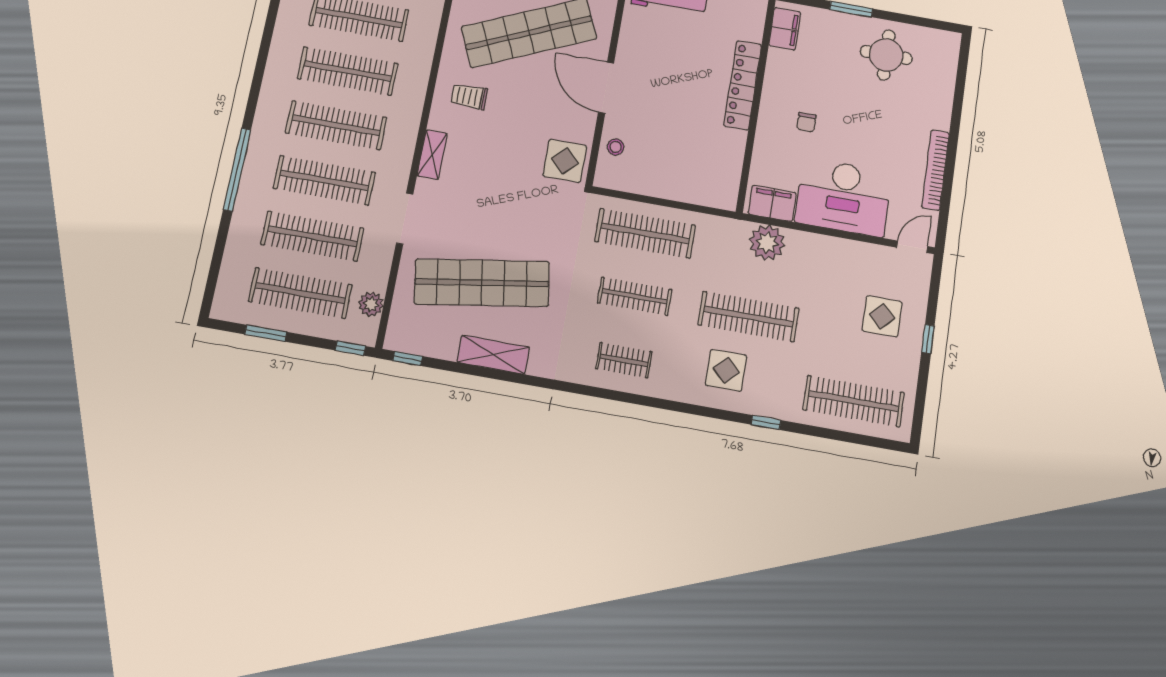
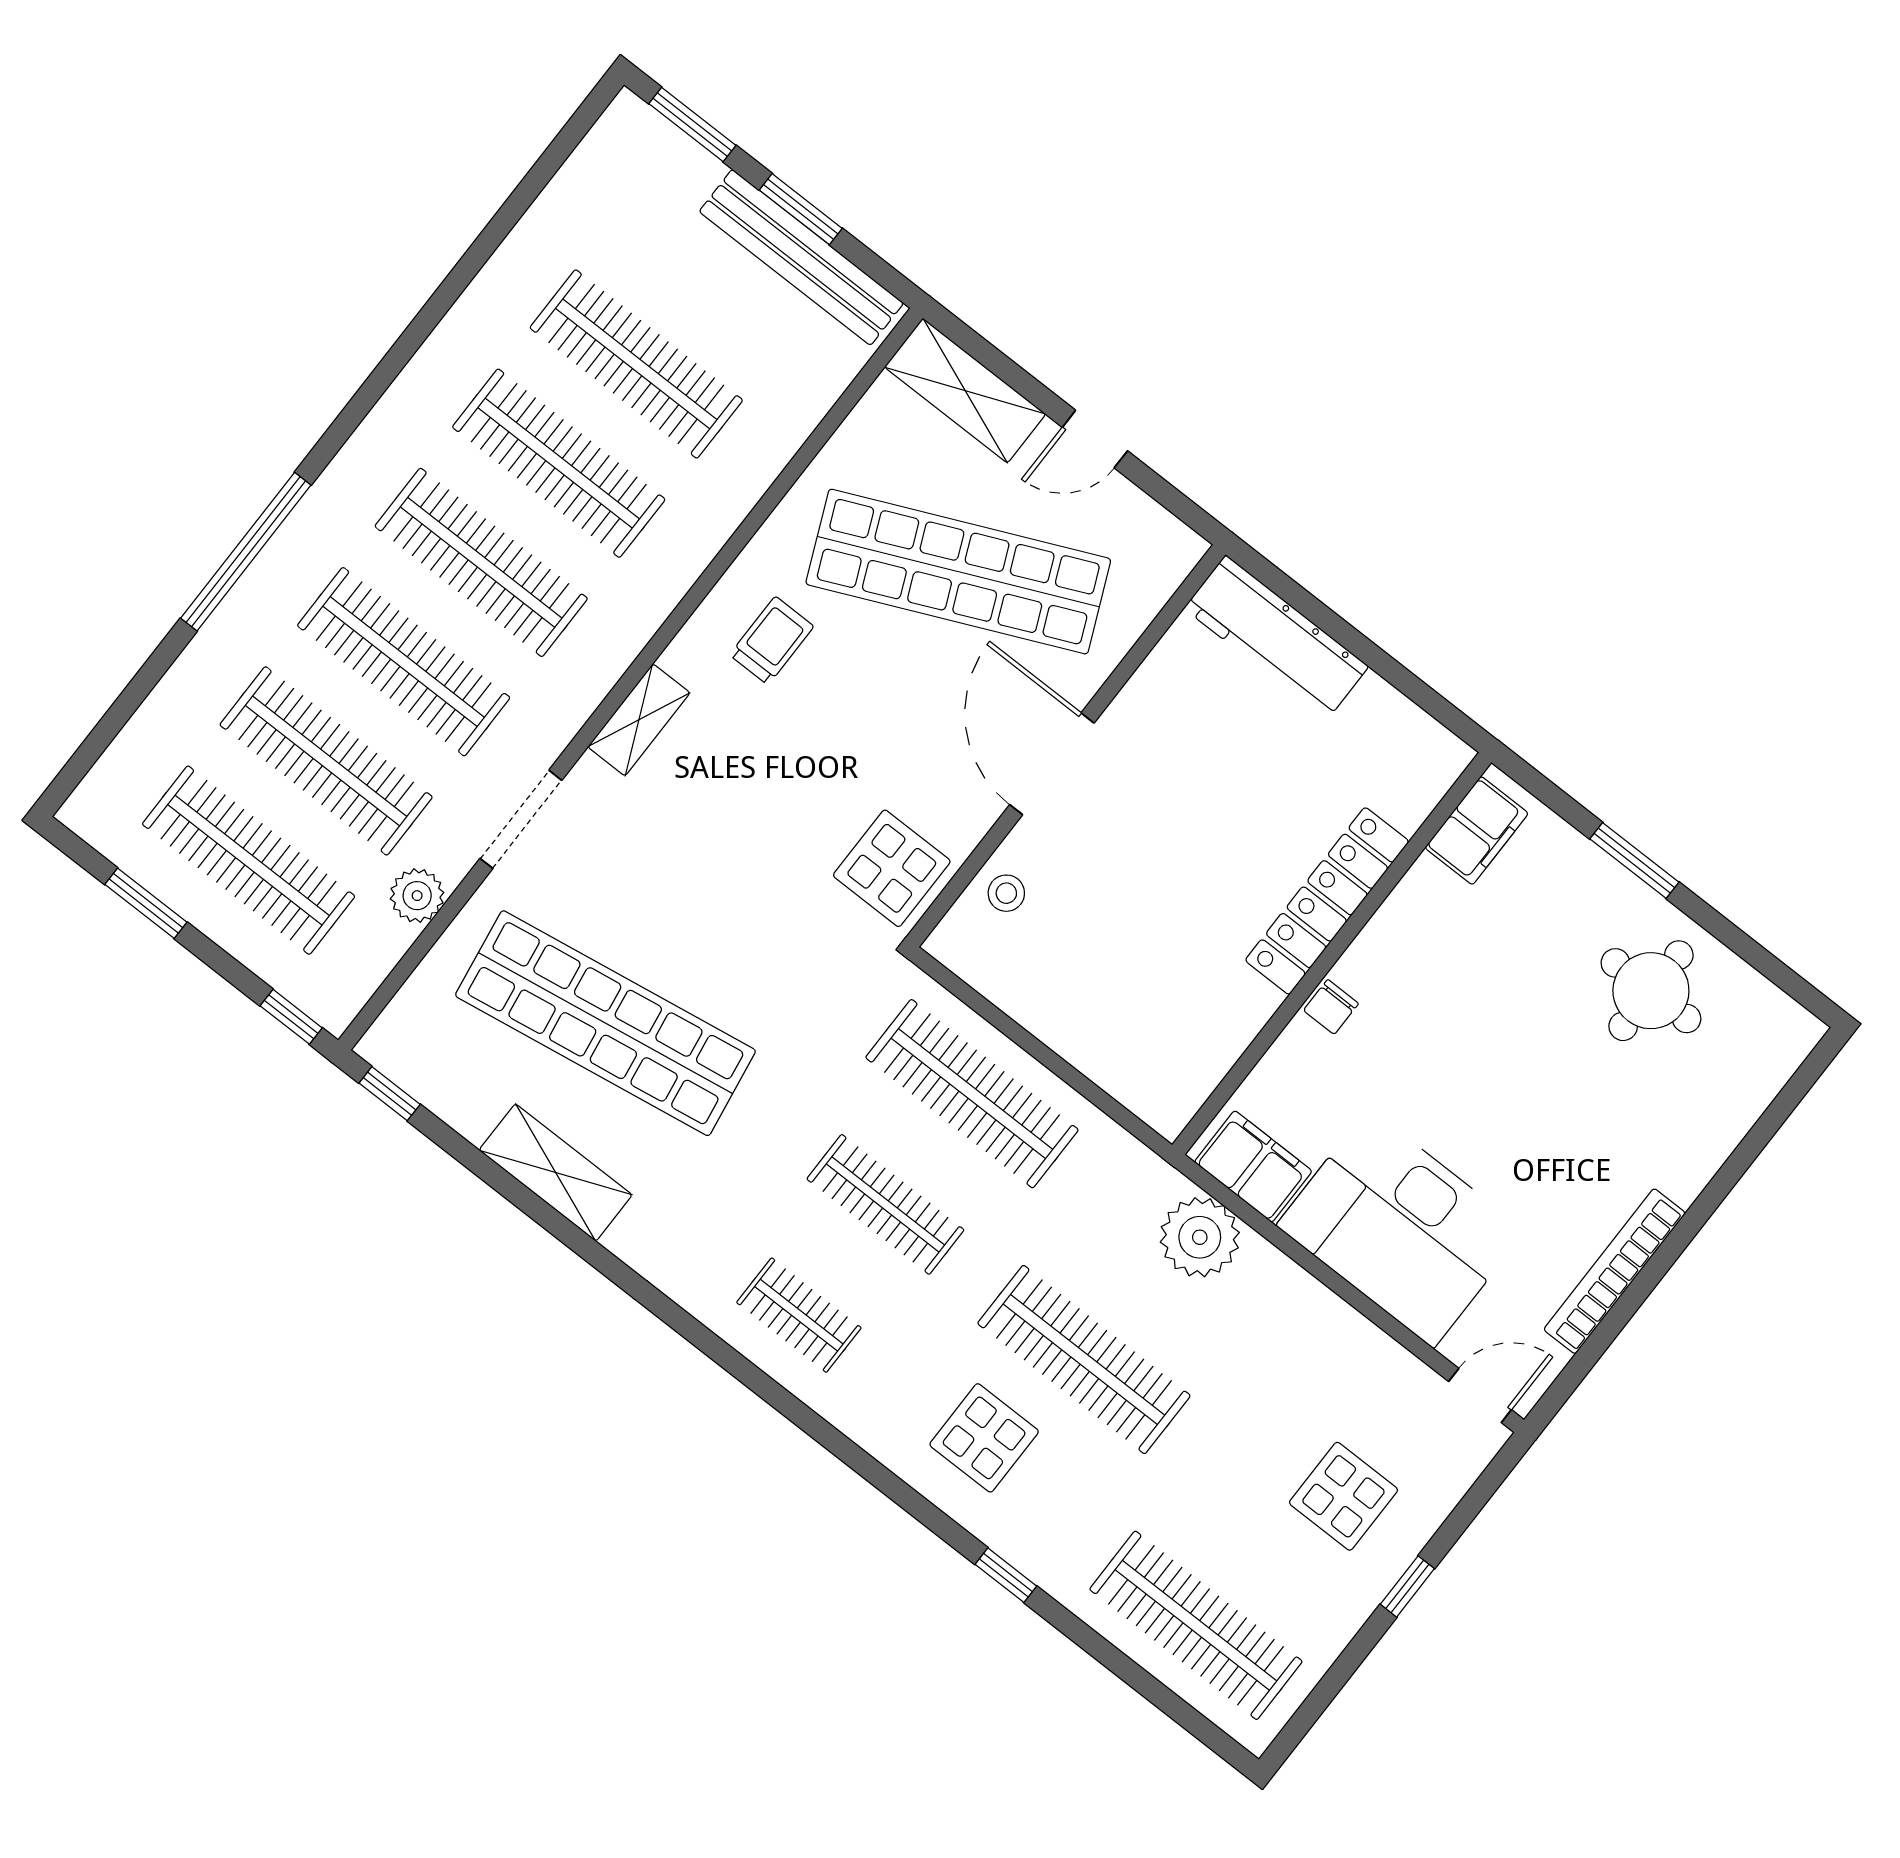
trolley: (469, 97) -> (772, 641), turned 90
chair: (806, 122) -> (1331, 1007), moved
plant: (371, 304) -> (417, 896), moved

